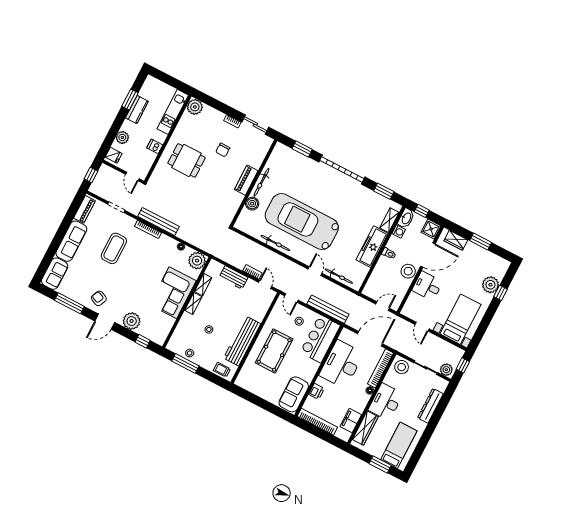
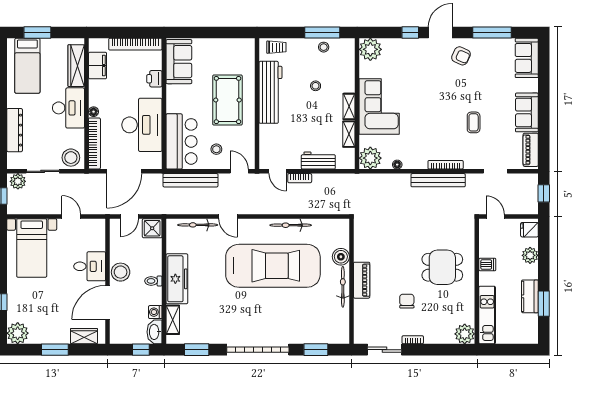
shower: (431, 229) -> (152, 228), moved
sofa: (71, 241) -> (527, 112), width x0.73
coffee table: (114, 248) -> (474, 122), width x0.54, depth x0.58
plant: (490, 285) -> (18, 333), moved
plant: (132, 321) -> (370, 49), moved
window: (143, 341) -> (410, 33), moved

